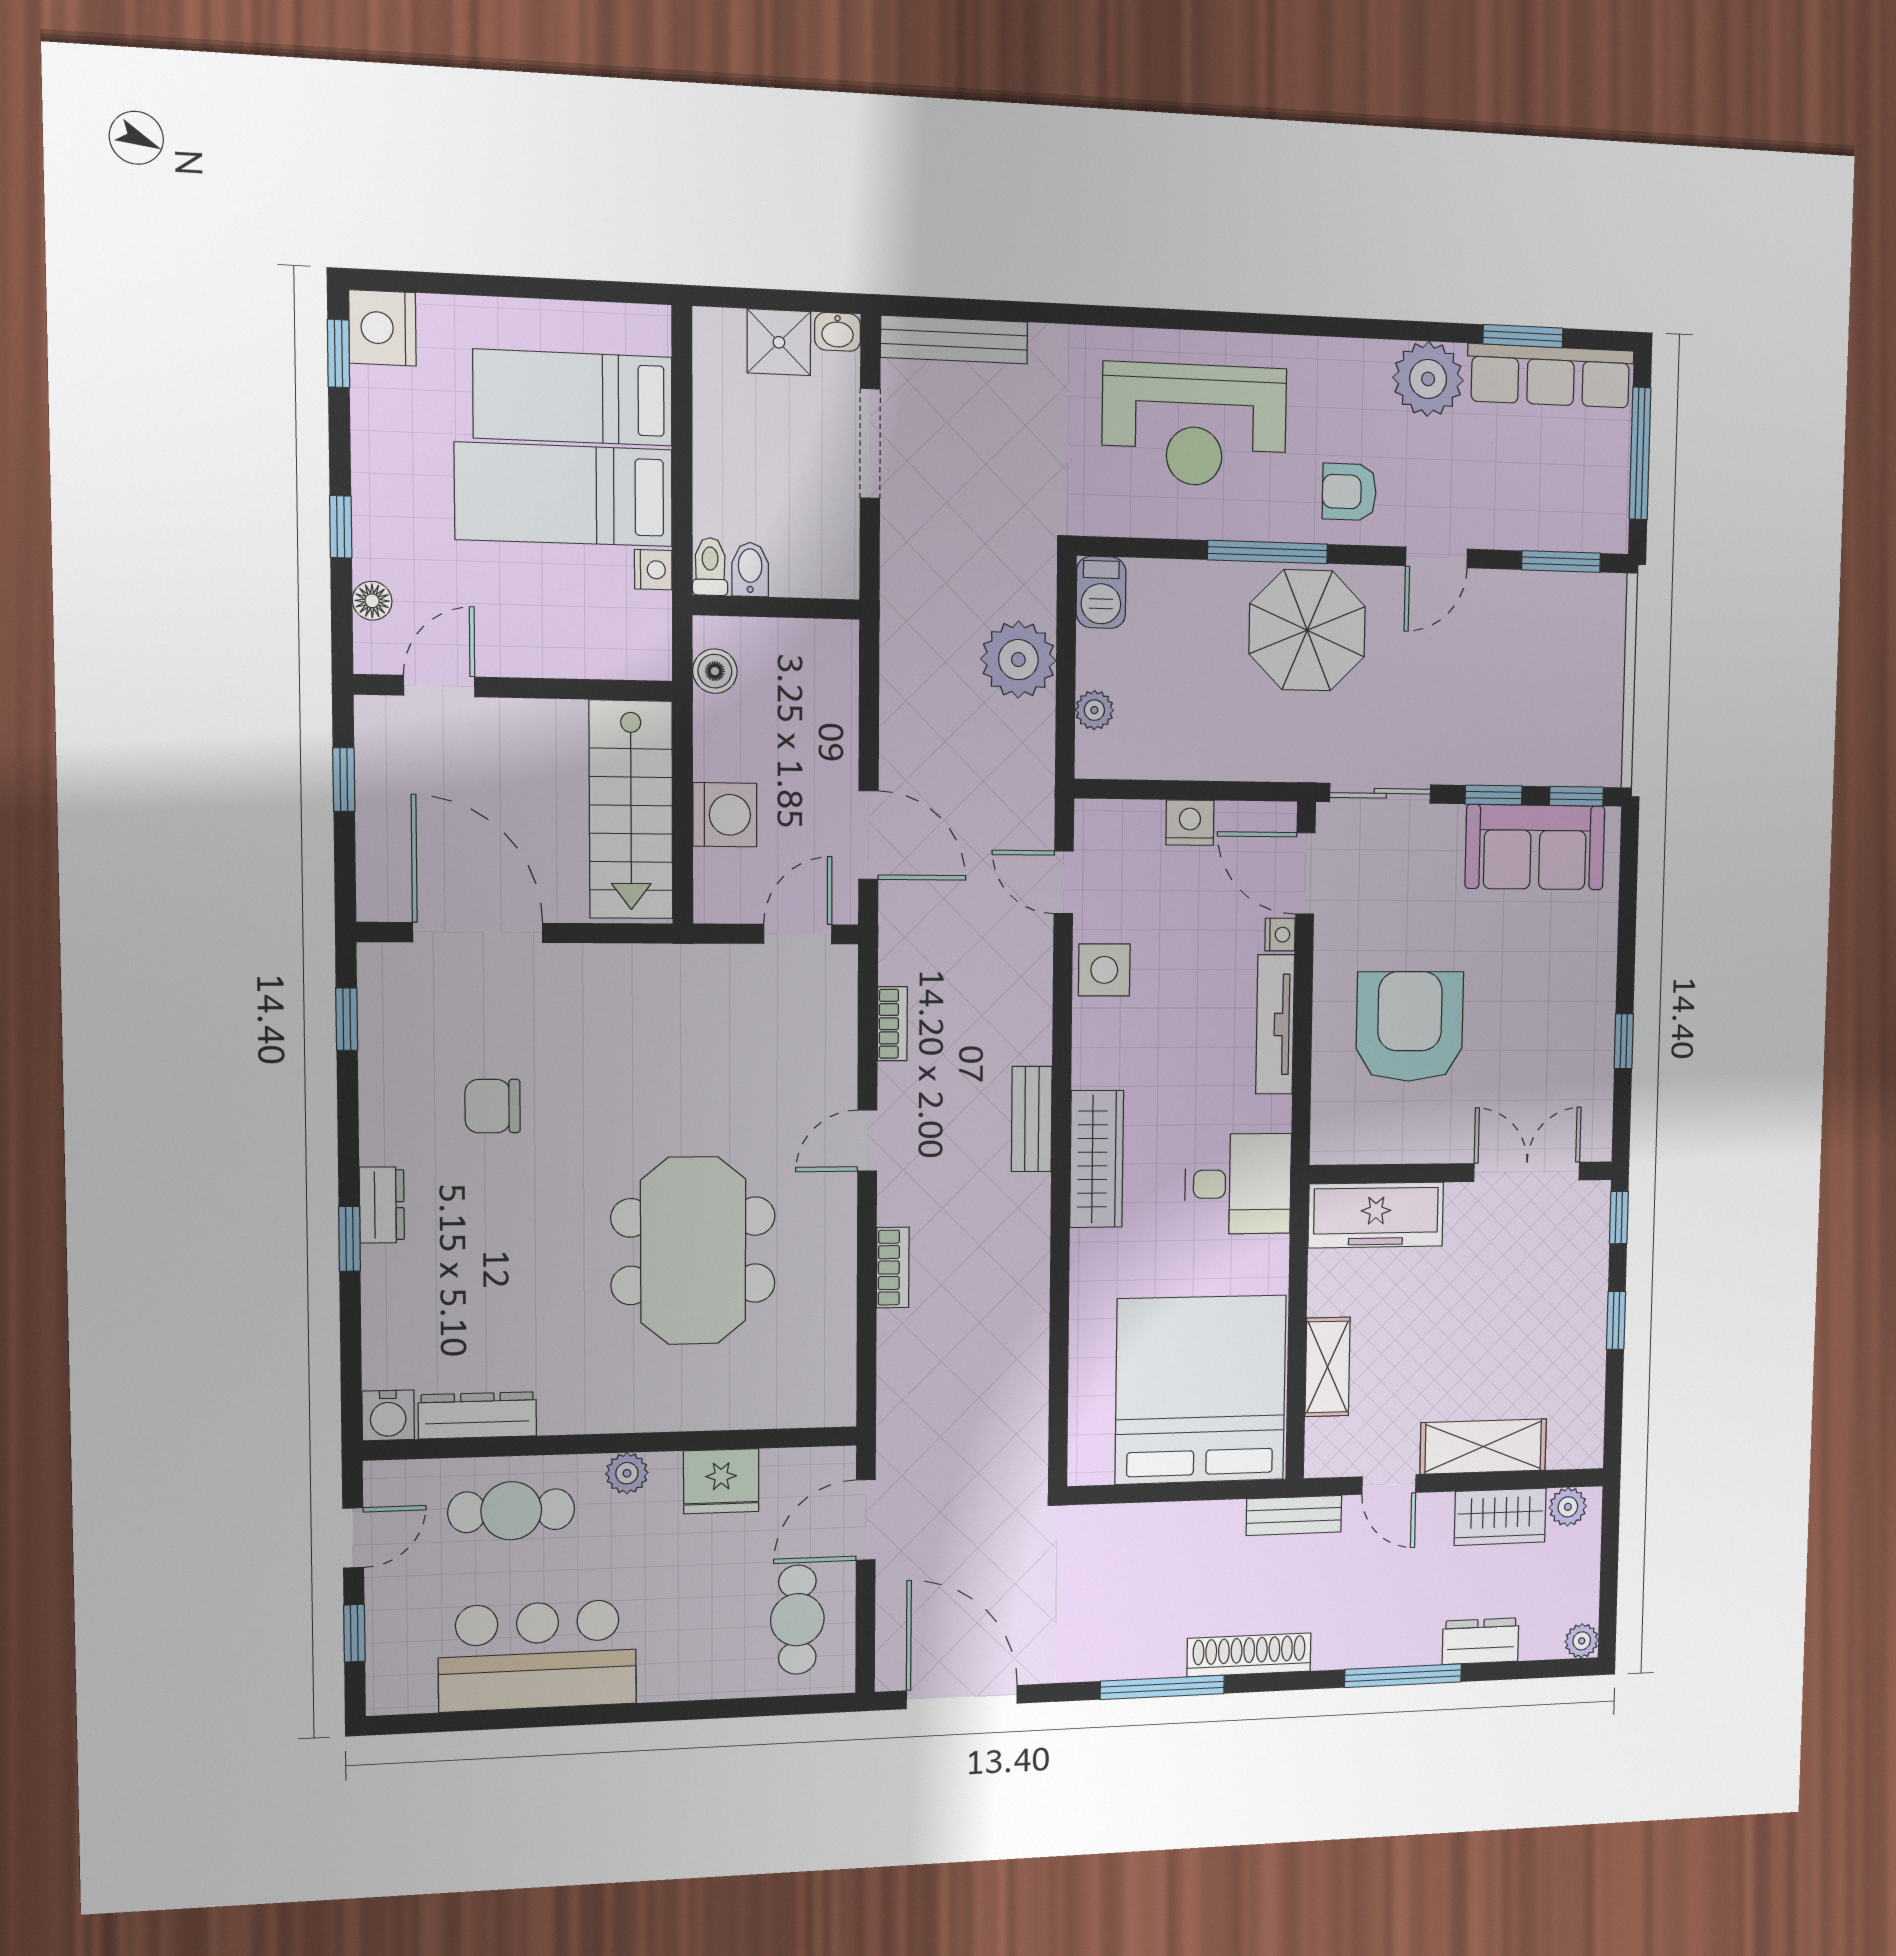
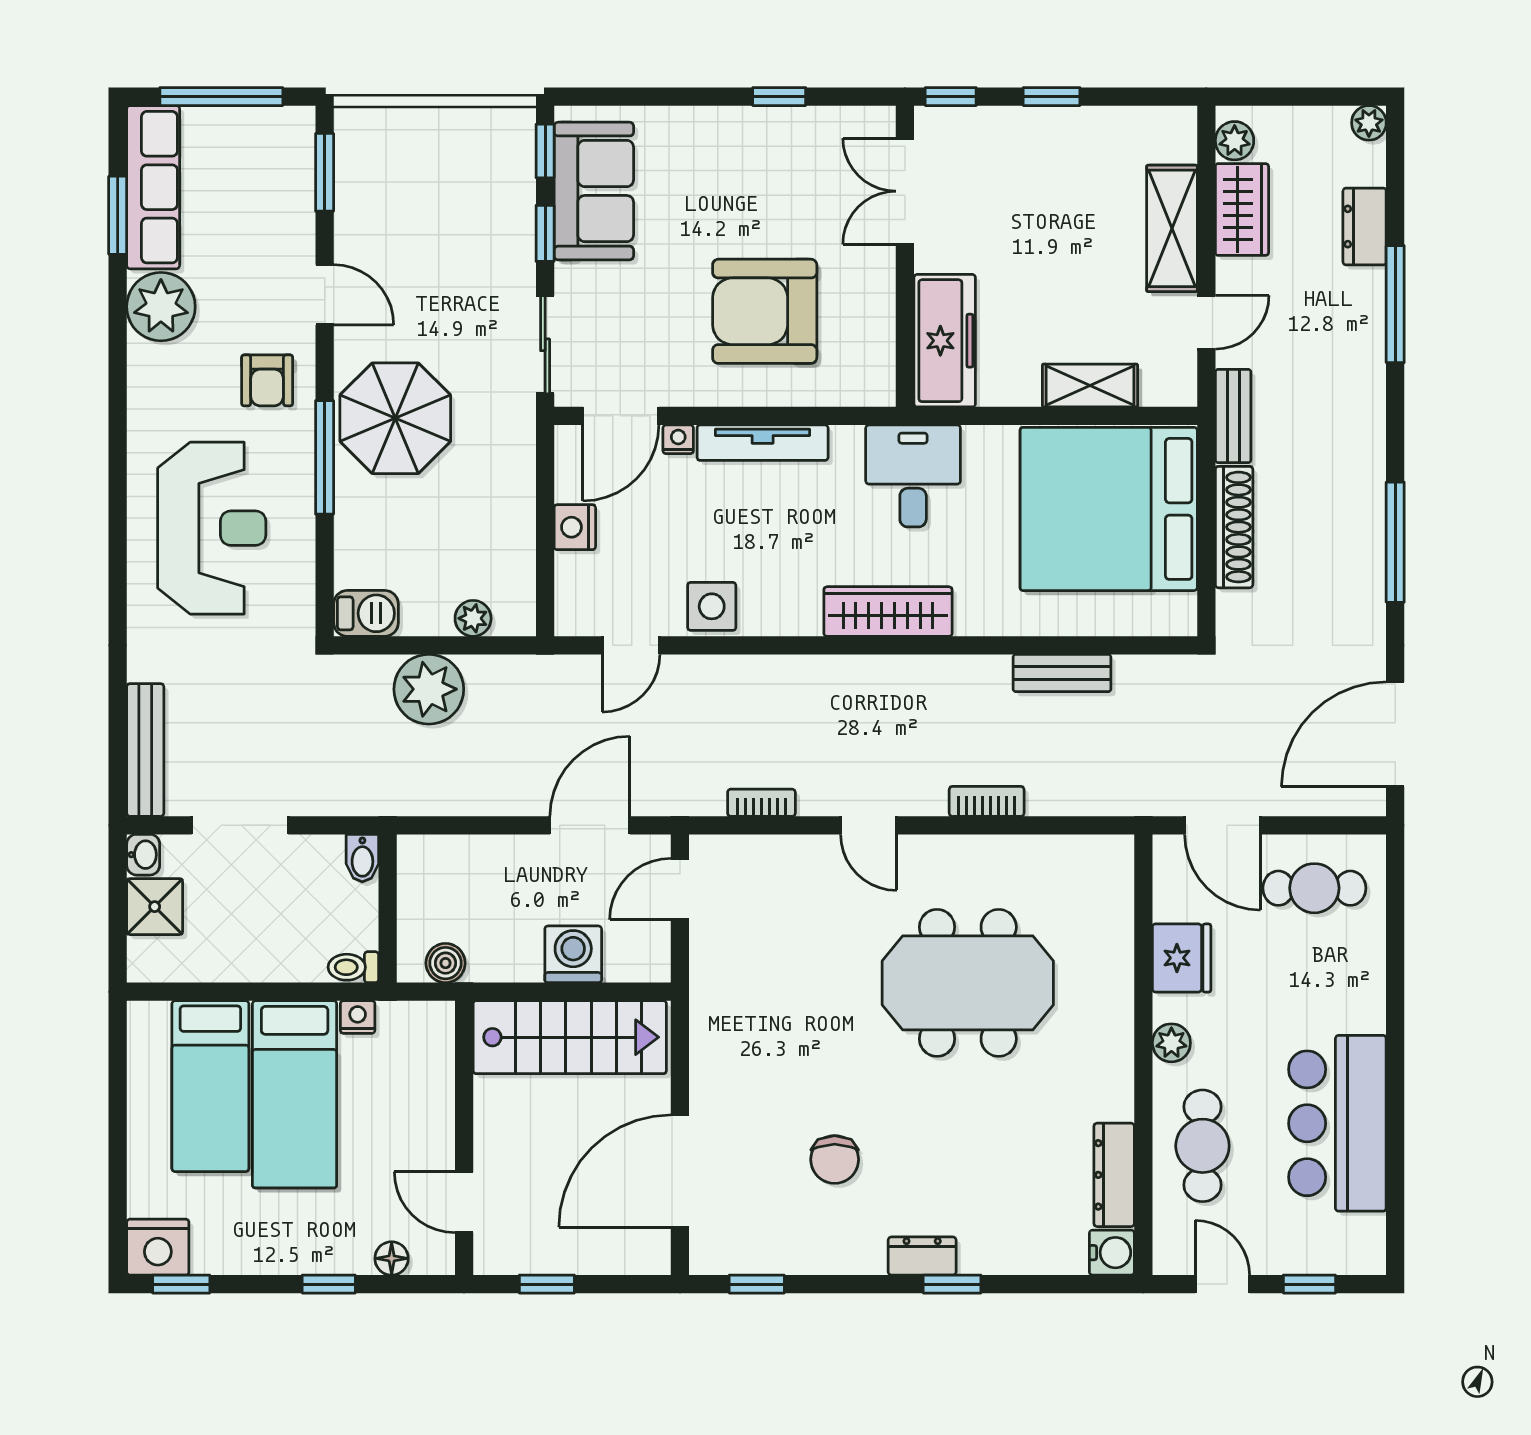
bidet: (750, 569) -> (362, 858), moved, turned -90
door: (798, 934) -> (680, 889), hinge flipped
bench: (1032, 1119) -> (1062, 673), moved
shoe rack: (1249, 1655) -> (1234, 527), moved, turned 180

